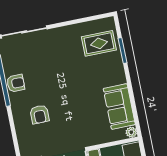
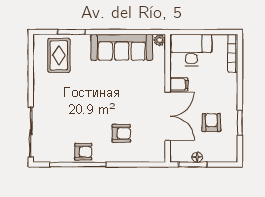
armchair: (16, 83) -> (83, 152), turned 90
sofa: (119, 107) -> (122, 47), width x1.36

